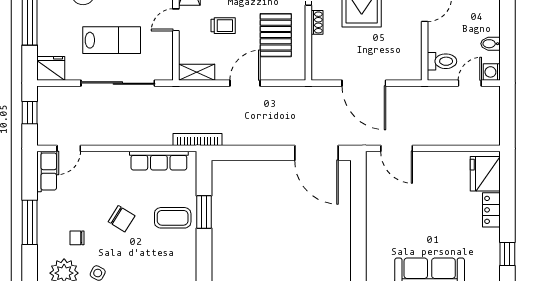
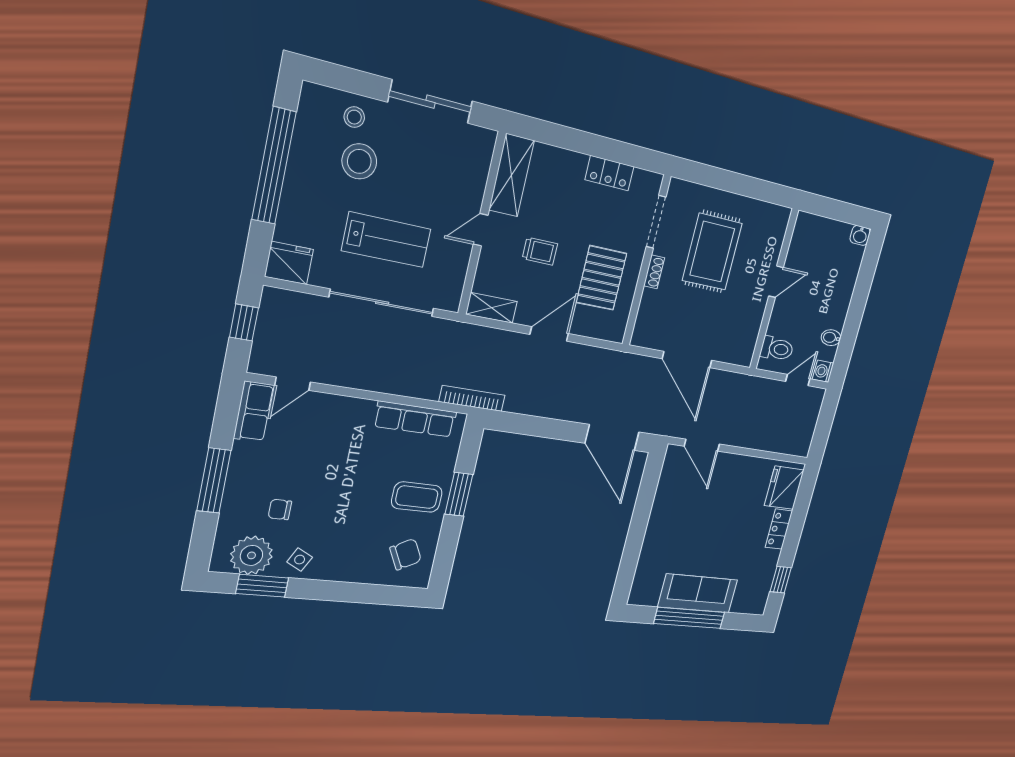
chair: (122, 219) -> (406, 554), moved, turned -60

